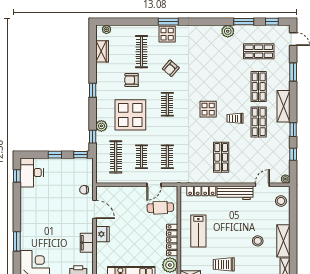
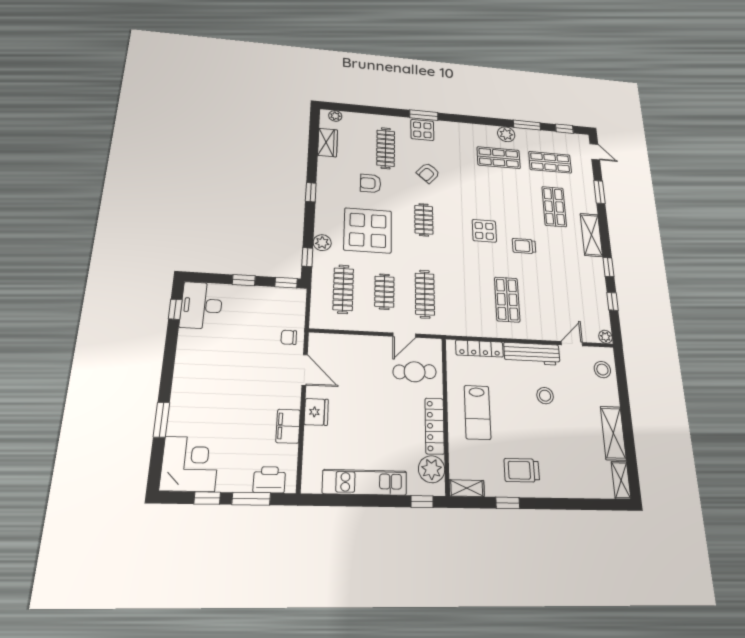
shop shelf: (259, 122) -> (499, 158), moved, turned 90
clothes rail: (167, 157) -> (425, 294), width x1.36
stool: (258, 241) -> (545, 396), moved

